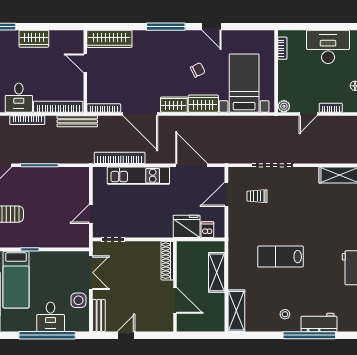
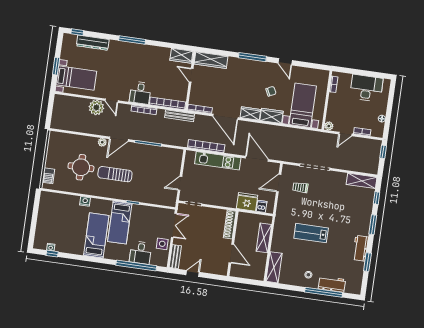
wardrobe: (34, 39) -> (181, 56), moved

